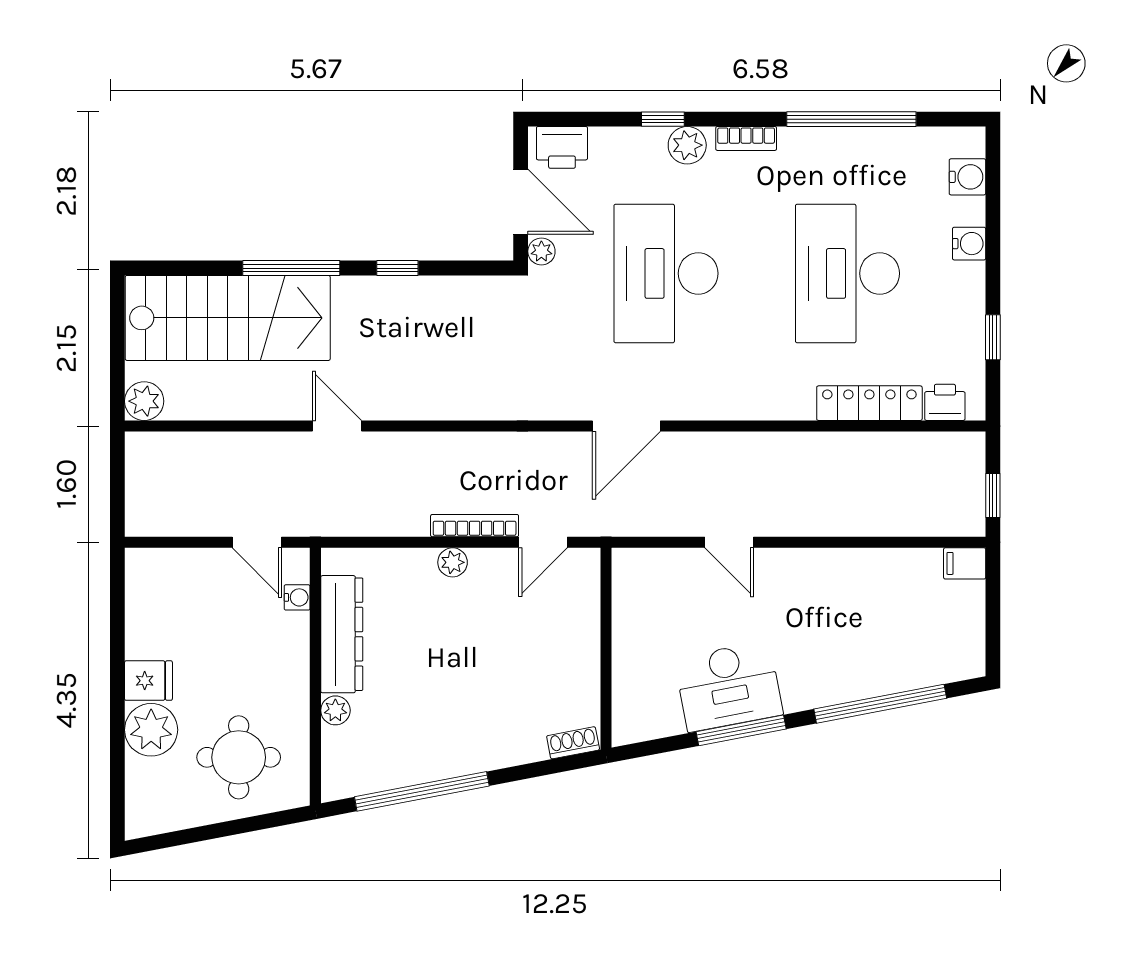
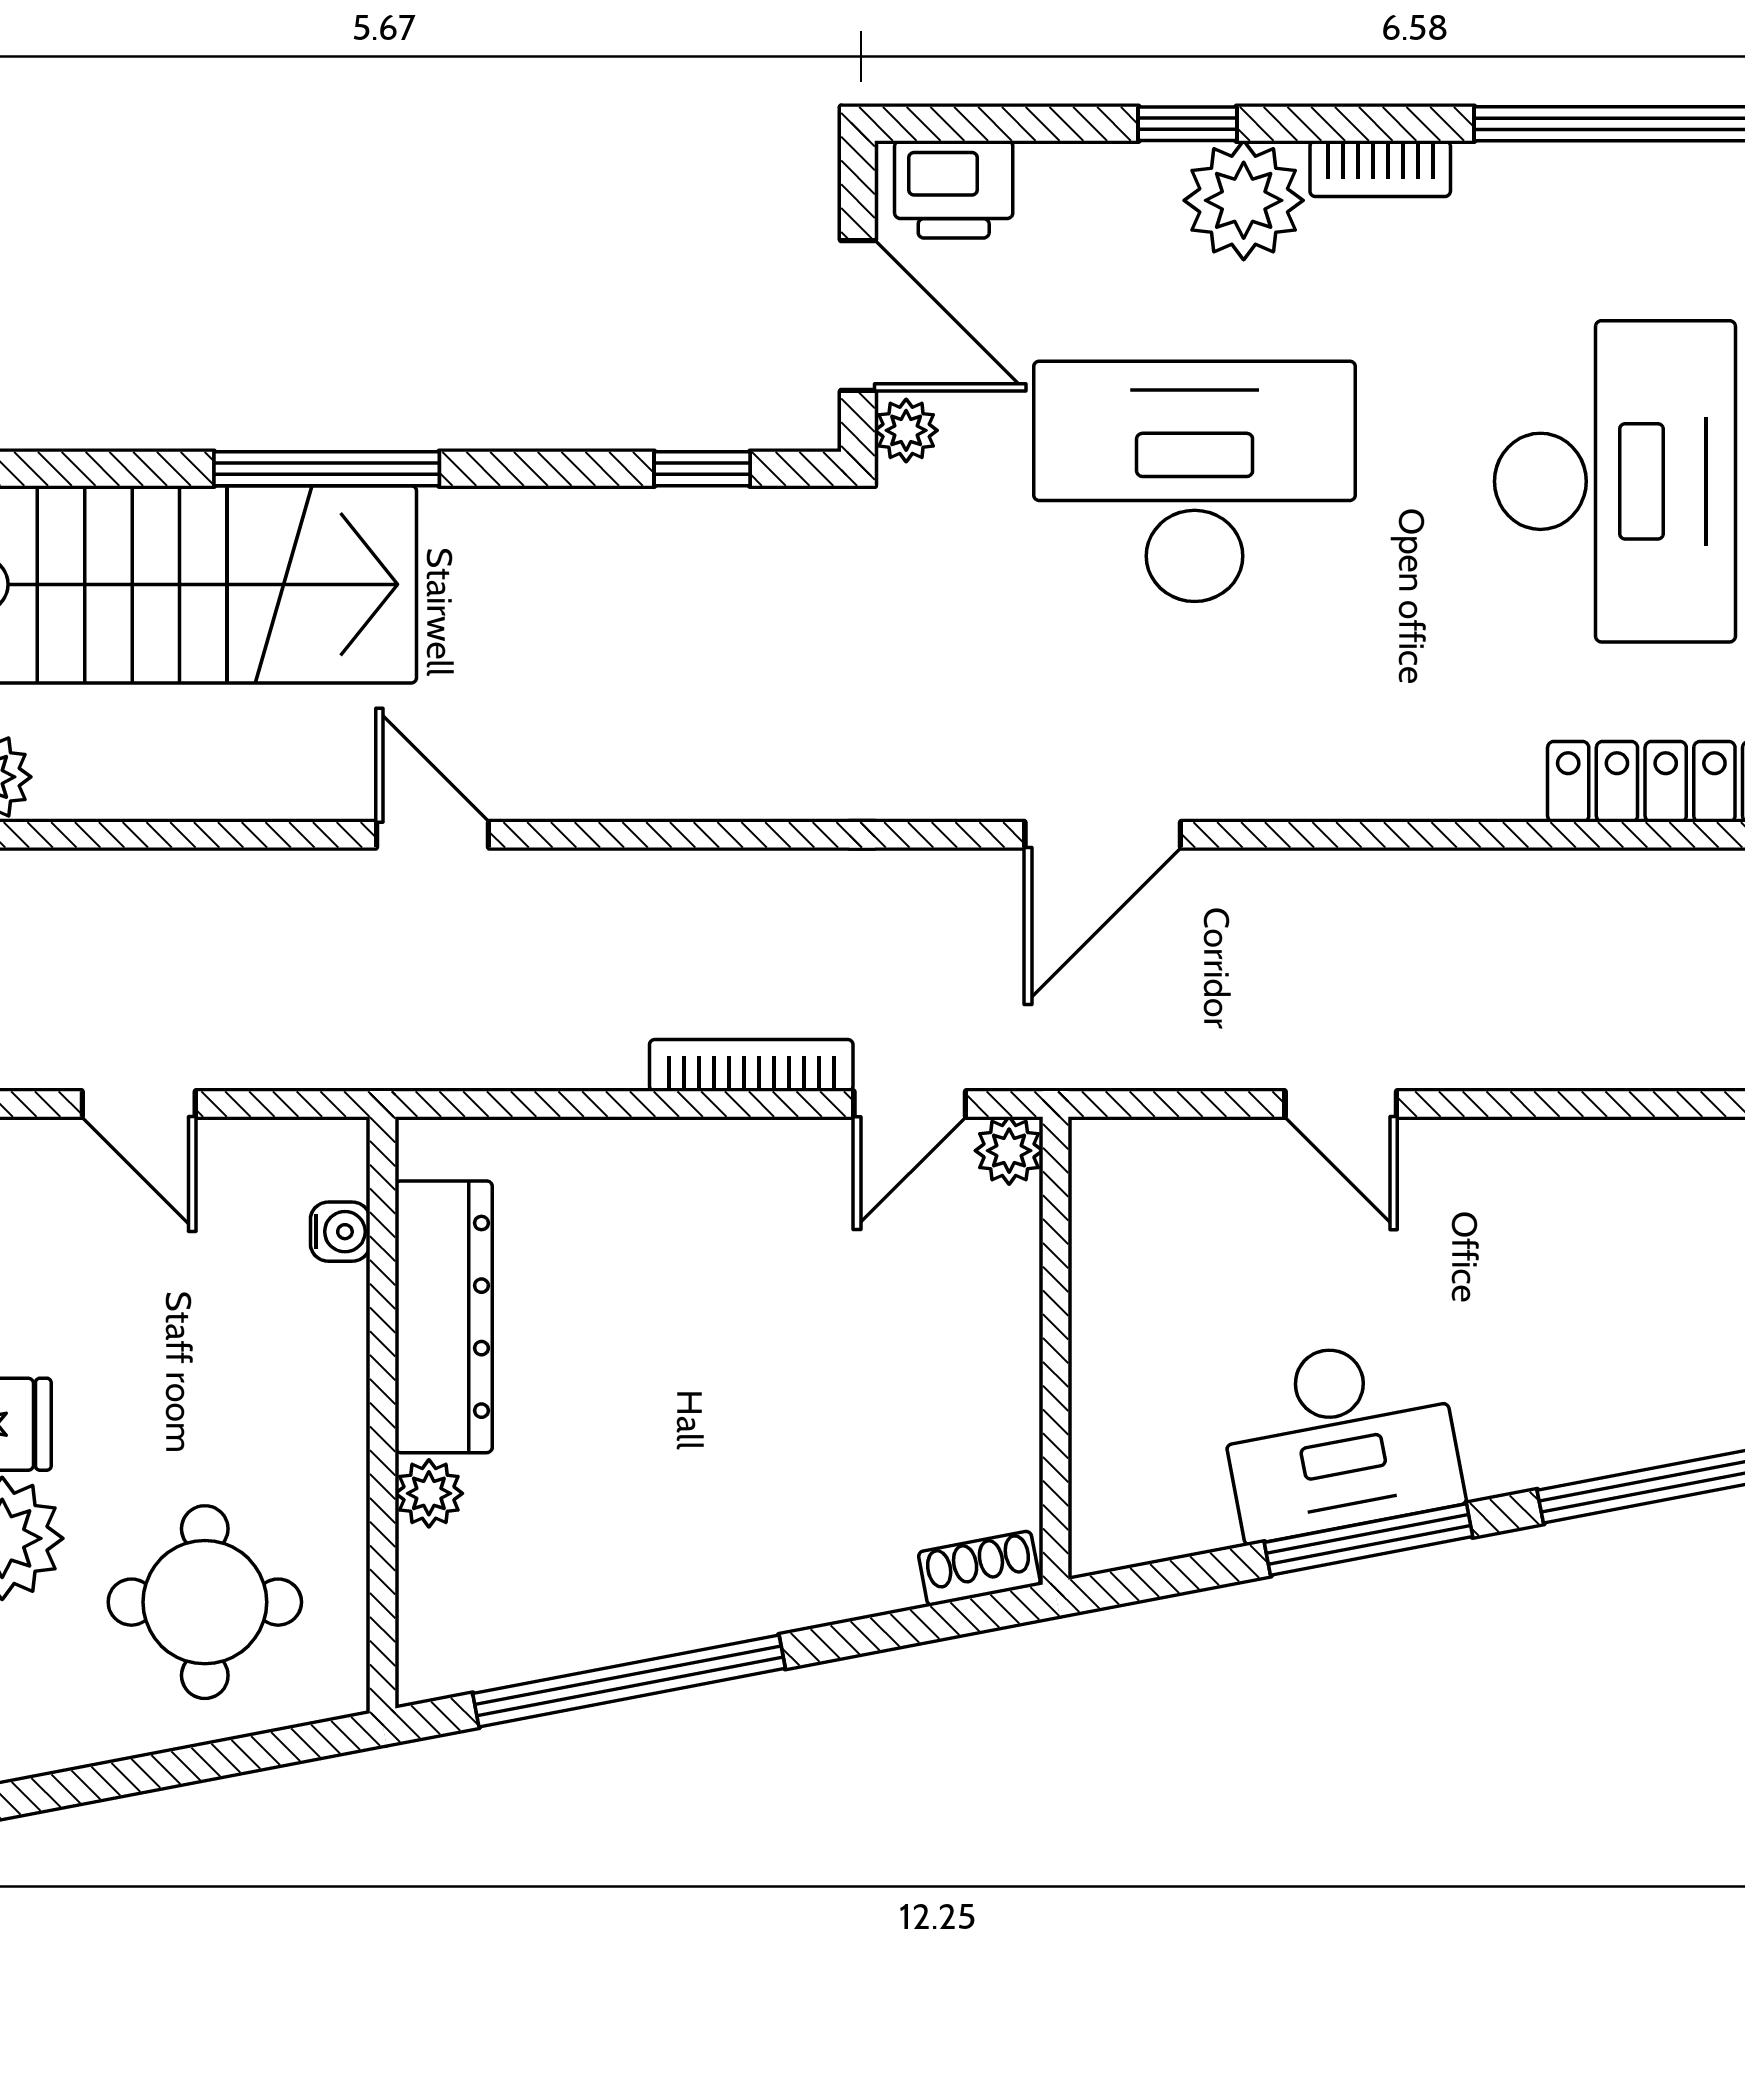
plant: (687, 145) -> (1244, 200), width x1.36, depth x1.36
window: (397, 268) -> (702, 469), moved
desk: (666, 273) -> (1195, 481), turned 90
desk: (847, 273) -> (1615, 481), turned 180
door: (257, 542) -> (139, 1104), moved
plant: (453, 562) -> (1009, 1151), moved

